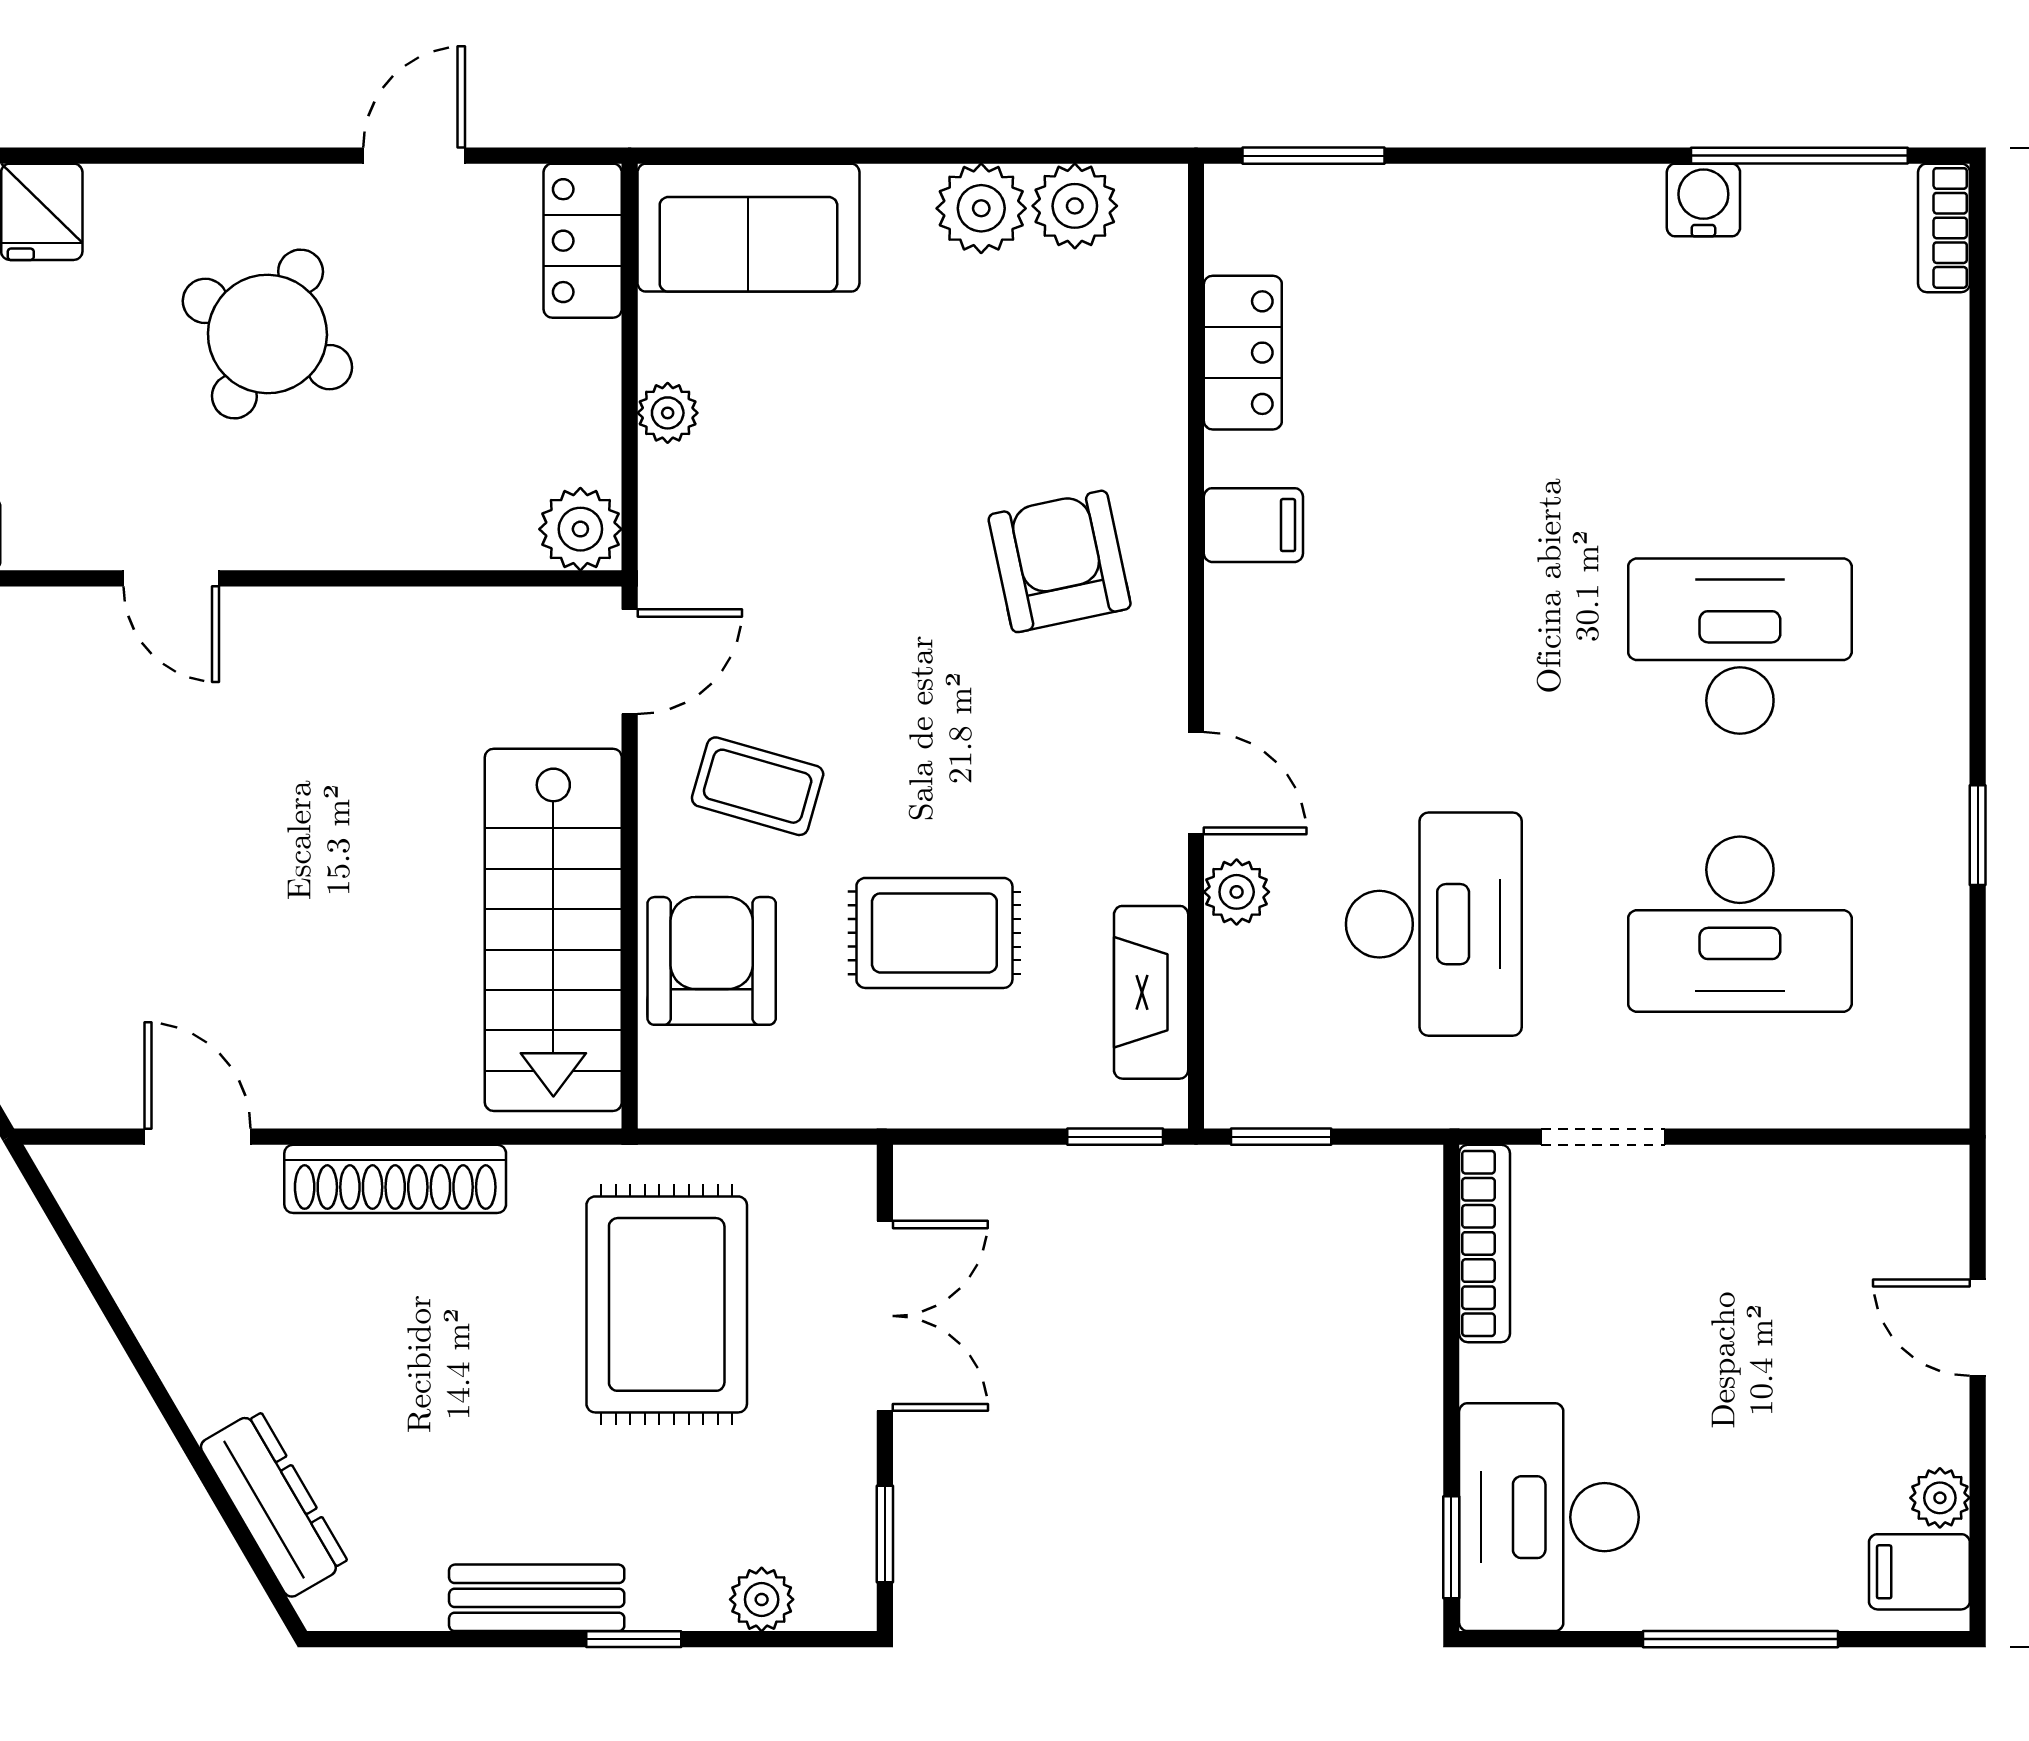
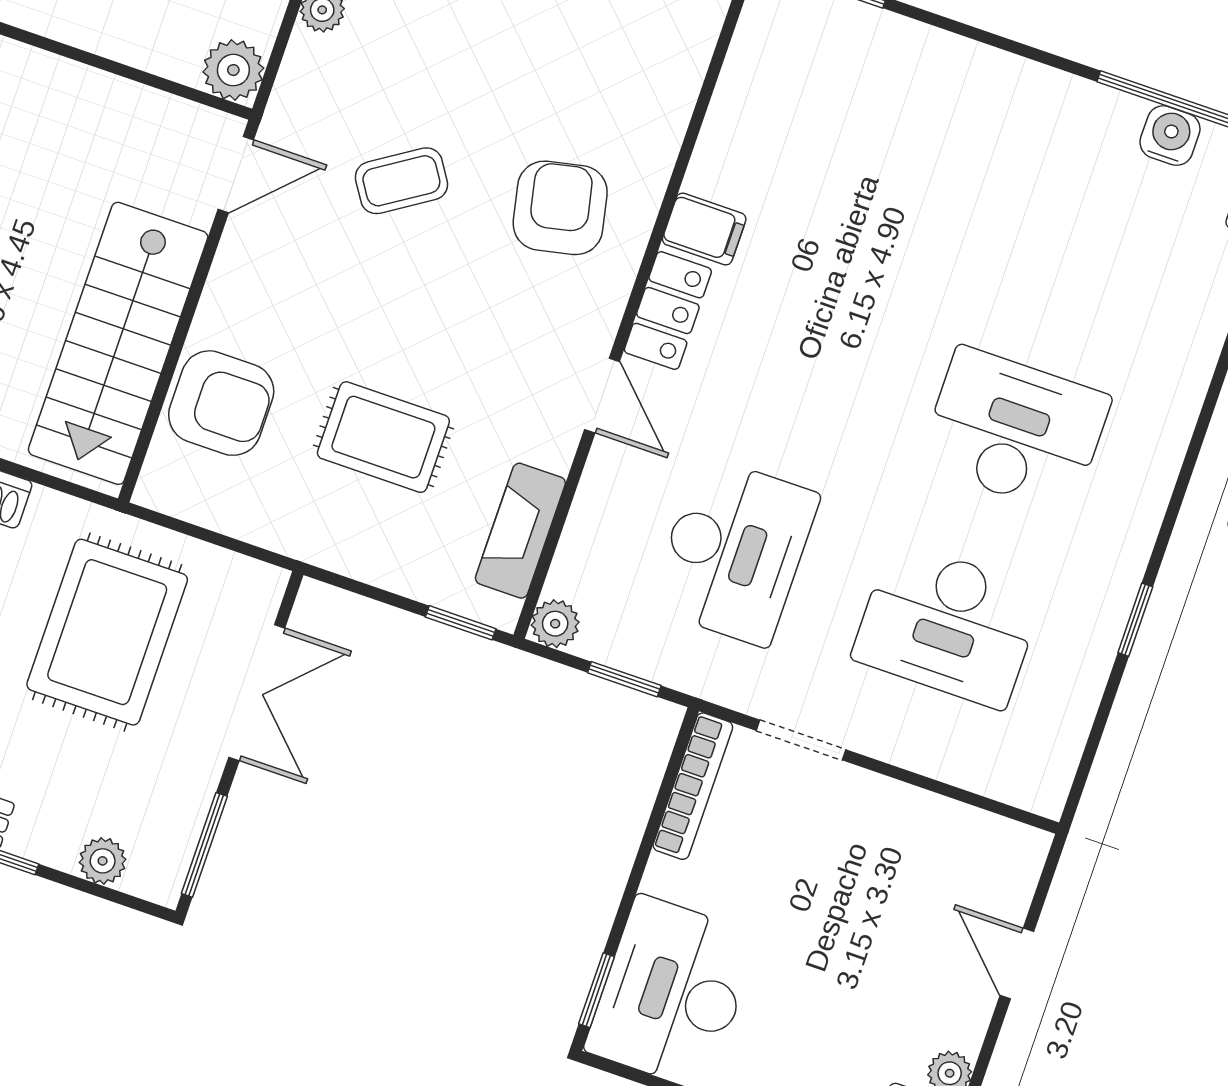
water cooler: (1703, 200) -> (1170, 136), moved
locker: (1243, 353) -> (668, 311), moved
coffee table: (758, 786) -> (401, 181), moved, turned -49
plant: (1237, 892) -> (555, 624), moved
armchair: (712, 961) -> (221, 403), turned 90
window: (1281, 1137) -> (624, 679), moved
window: (885, 1534) -> (204, 845), width x1.50

